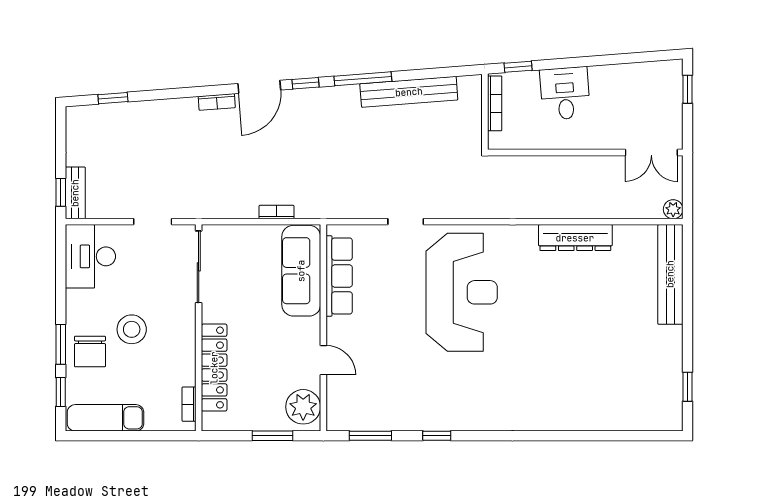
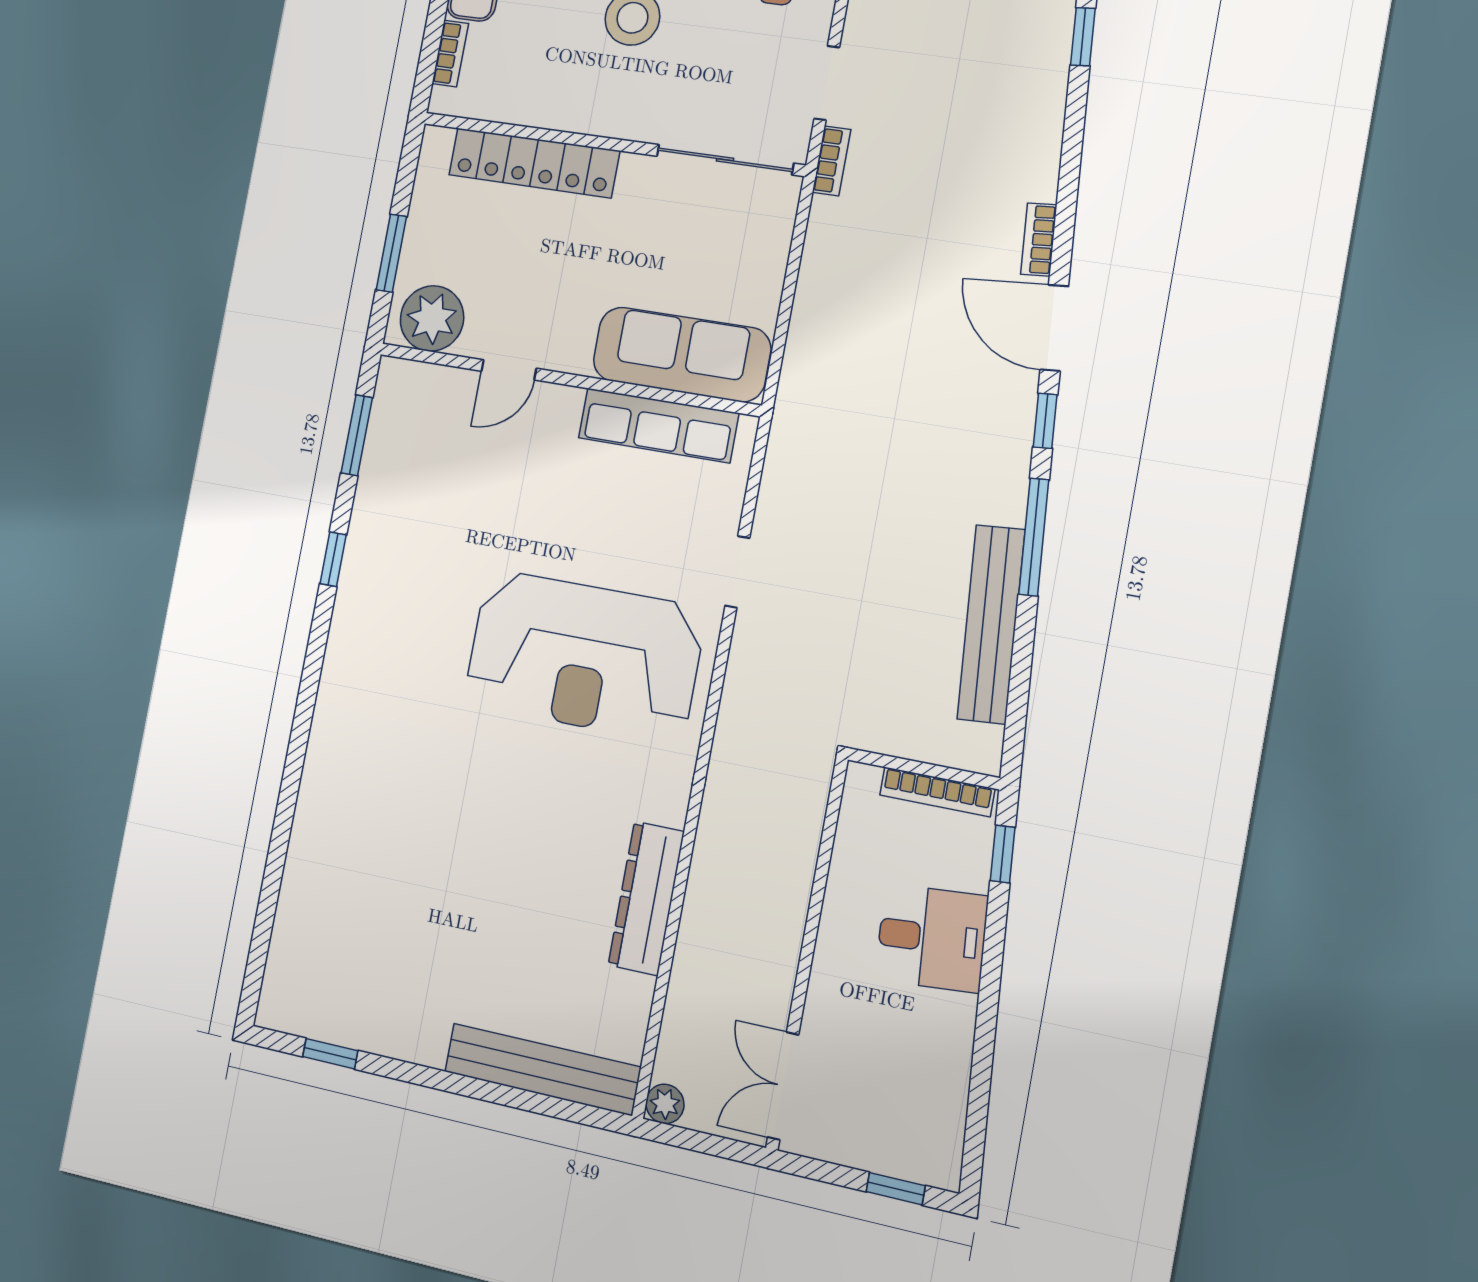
bookcase: (276, 212) -> (832, 161), moved
bookcase: (189, 404) -> (450, 54), moved, turned 90

